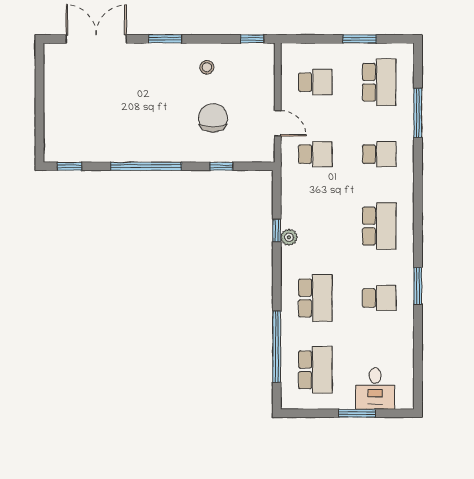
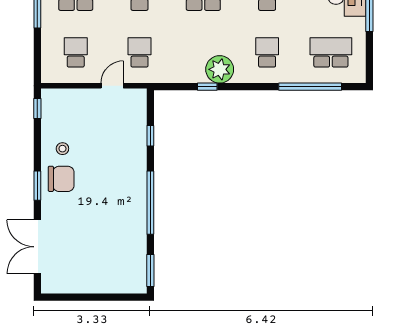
chair: (213, 118) -> (61, 179), moved, turned 180
window: (69, 166) -> (150, 270), width x1.50
plant: (289, 237) -> (220, 69), width x1.88, depth x1.88
school desk: (315, 298) -> (267, 52), width x0.54

